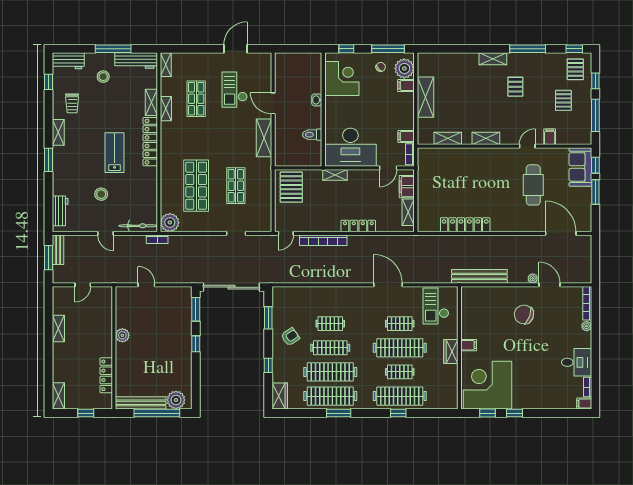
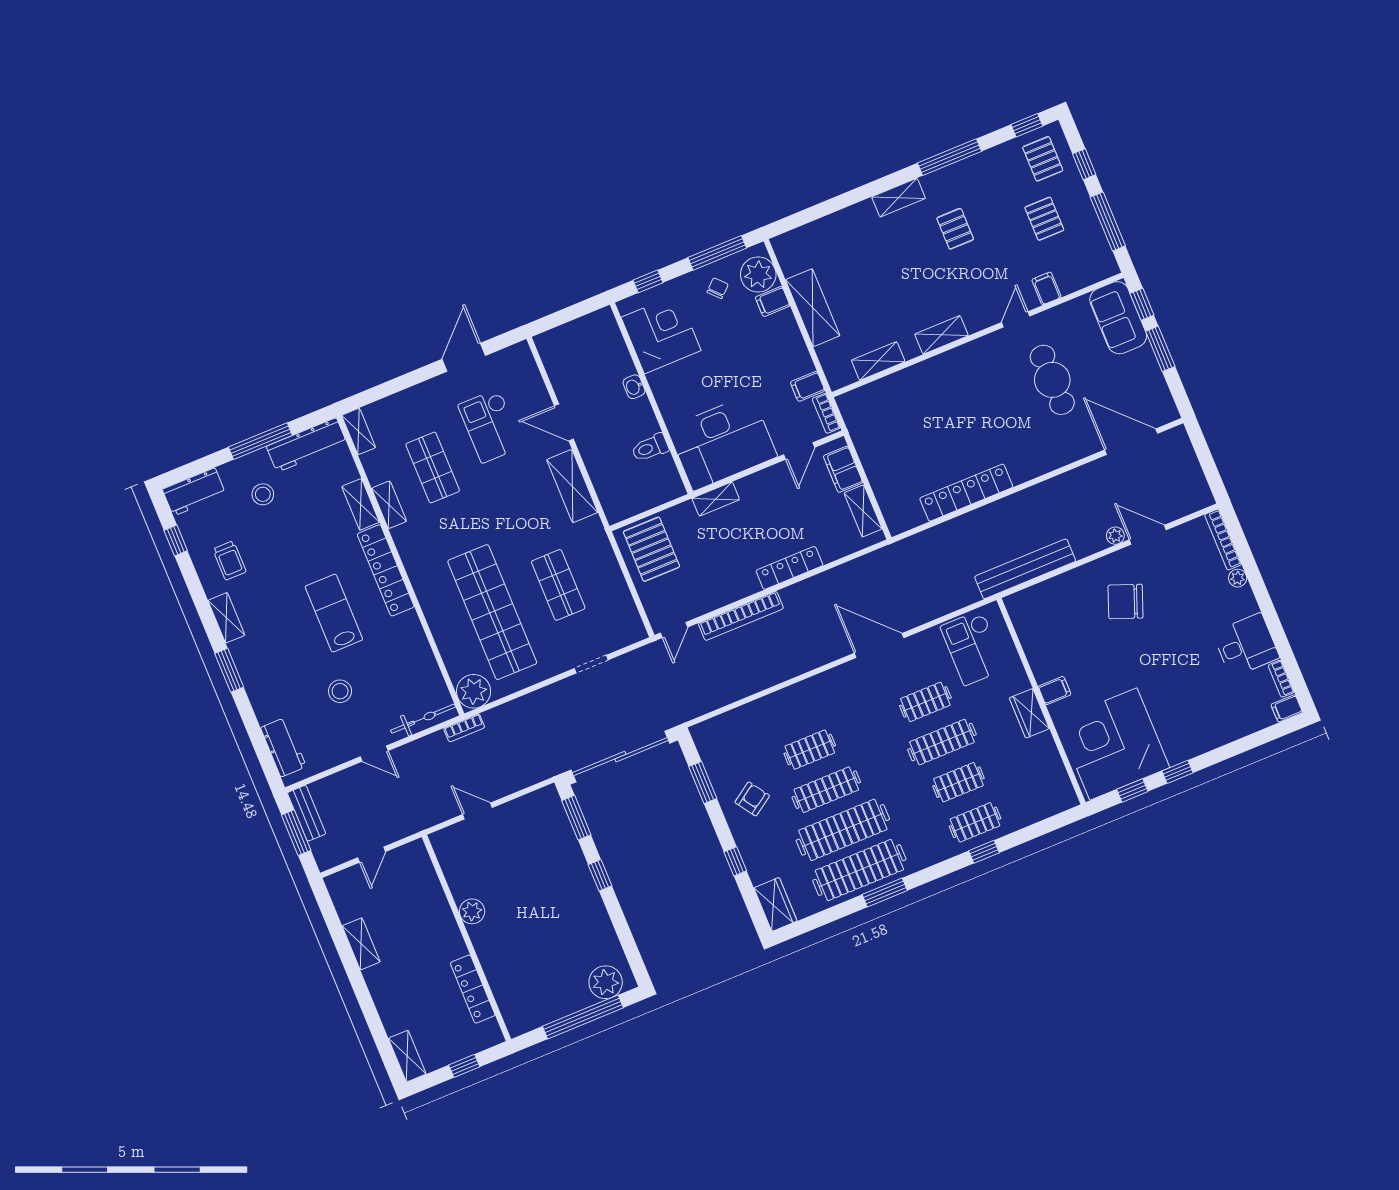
shop shelf: (196, 186) -> (492, 612), width x1.40
clothes rail: (400, 348) -> (942, 742), width x0.73, depth x0.76
clothes rail: (400, 396) -> (975, 822), width x0.54, depth x0.76
bench: (141, 403) -> (549, 1011), removed

